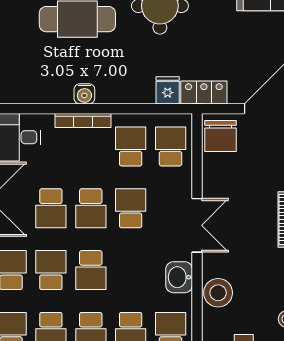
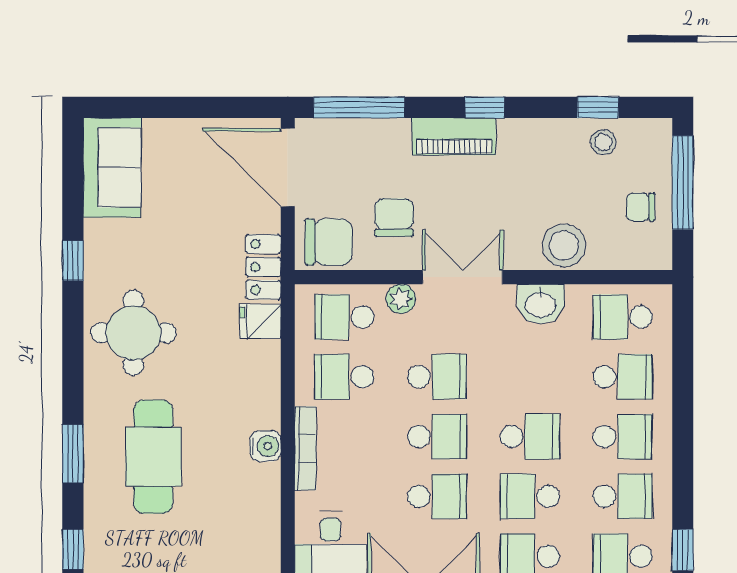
chair: (237, 180) -> (394, 217), added
plant: (183, 184) -> (401, 299), added
school desk: (131, 208) -> (437, 377), turned 180

